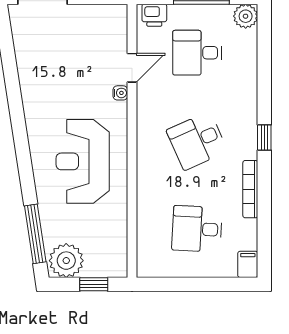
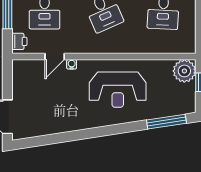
door: (132, 68) -> (55, 57), swing flipped
plant: (66, 261) -> (184, 71), moved

